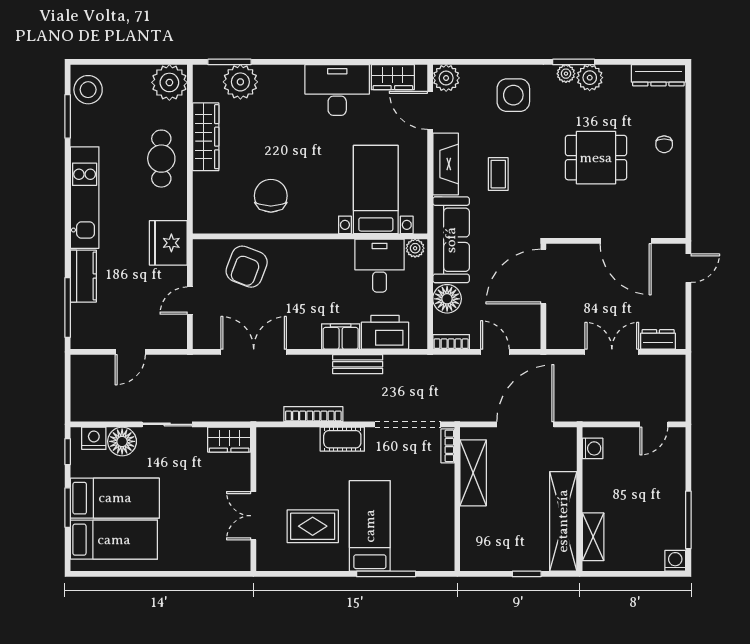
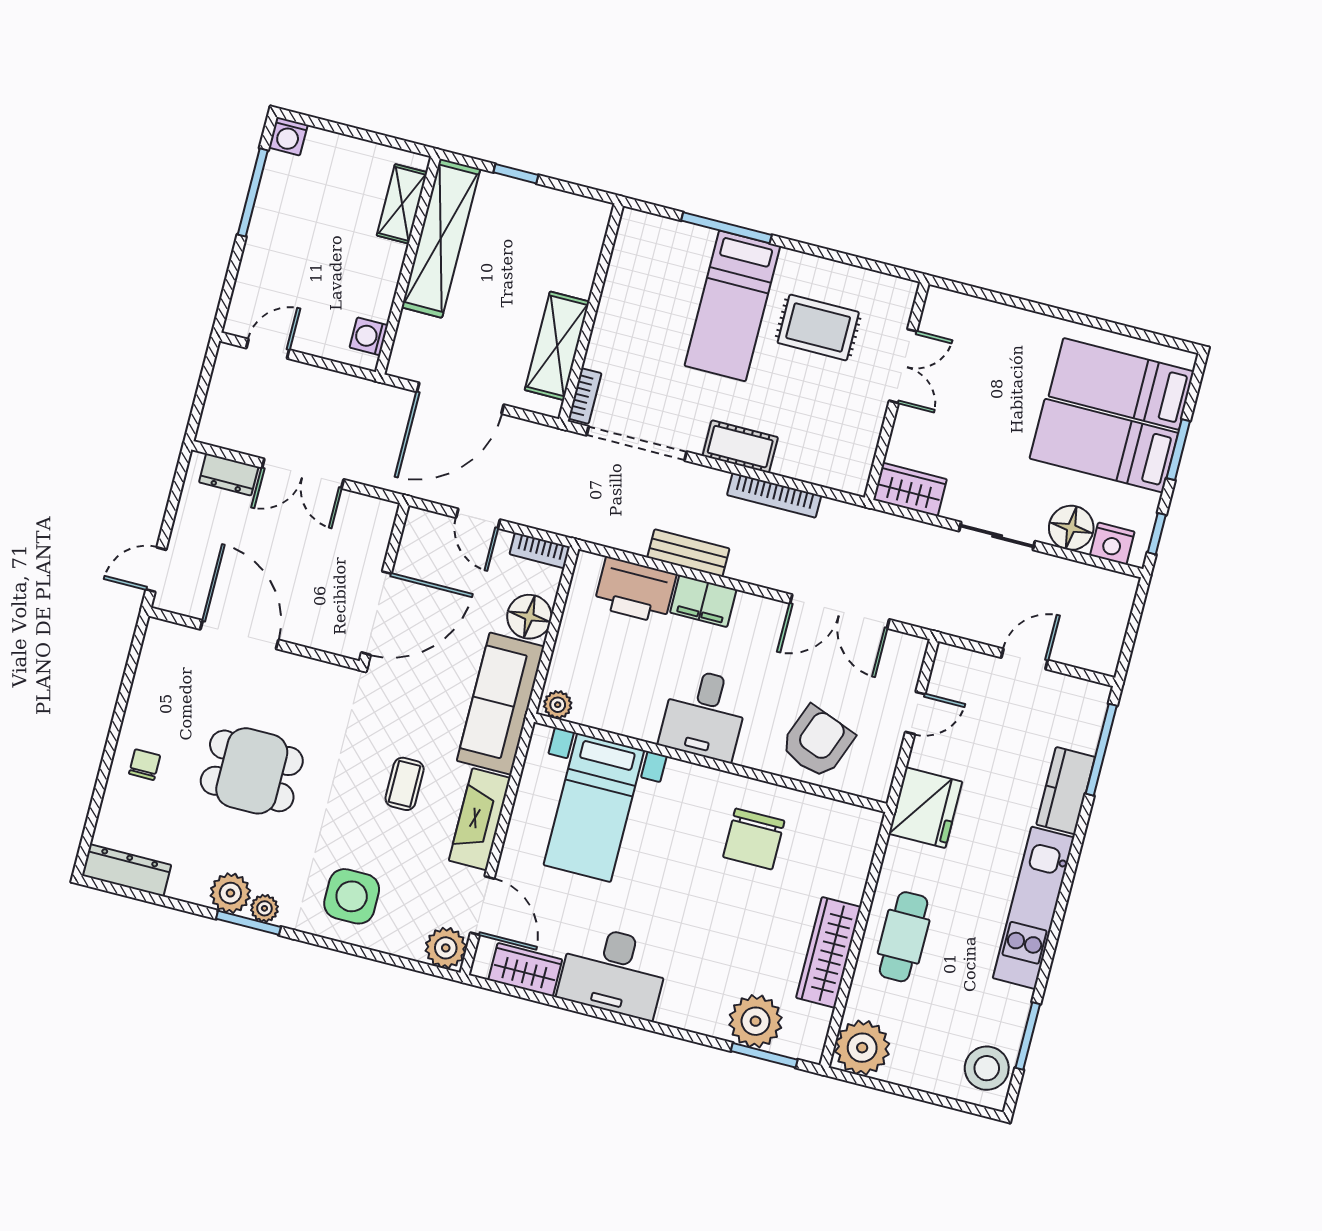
desk: (380, 266) -> (704, 715), moved

